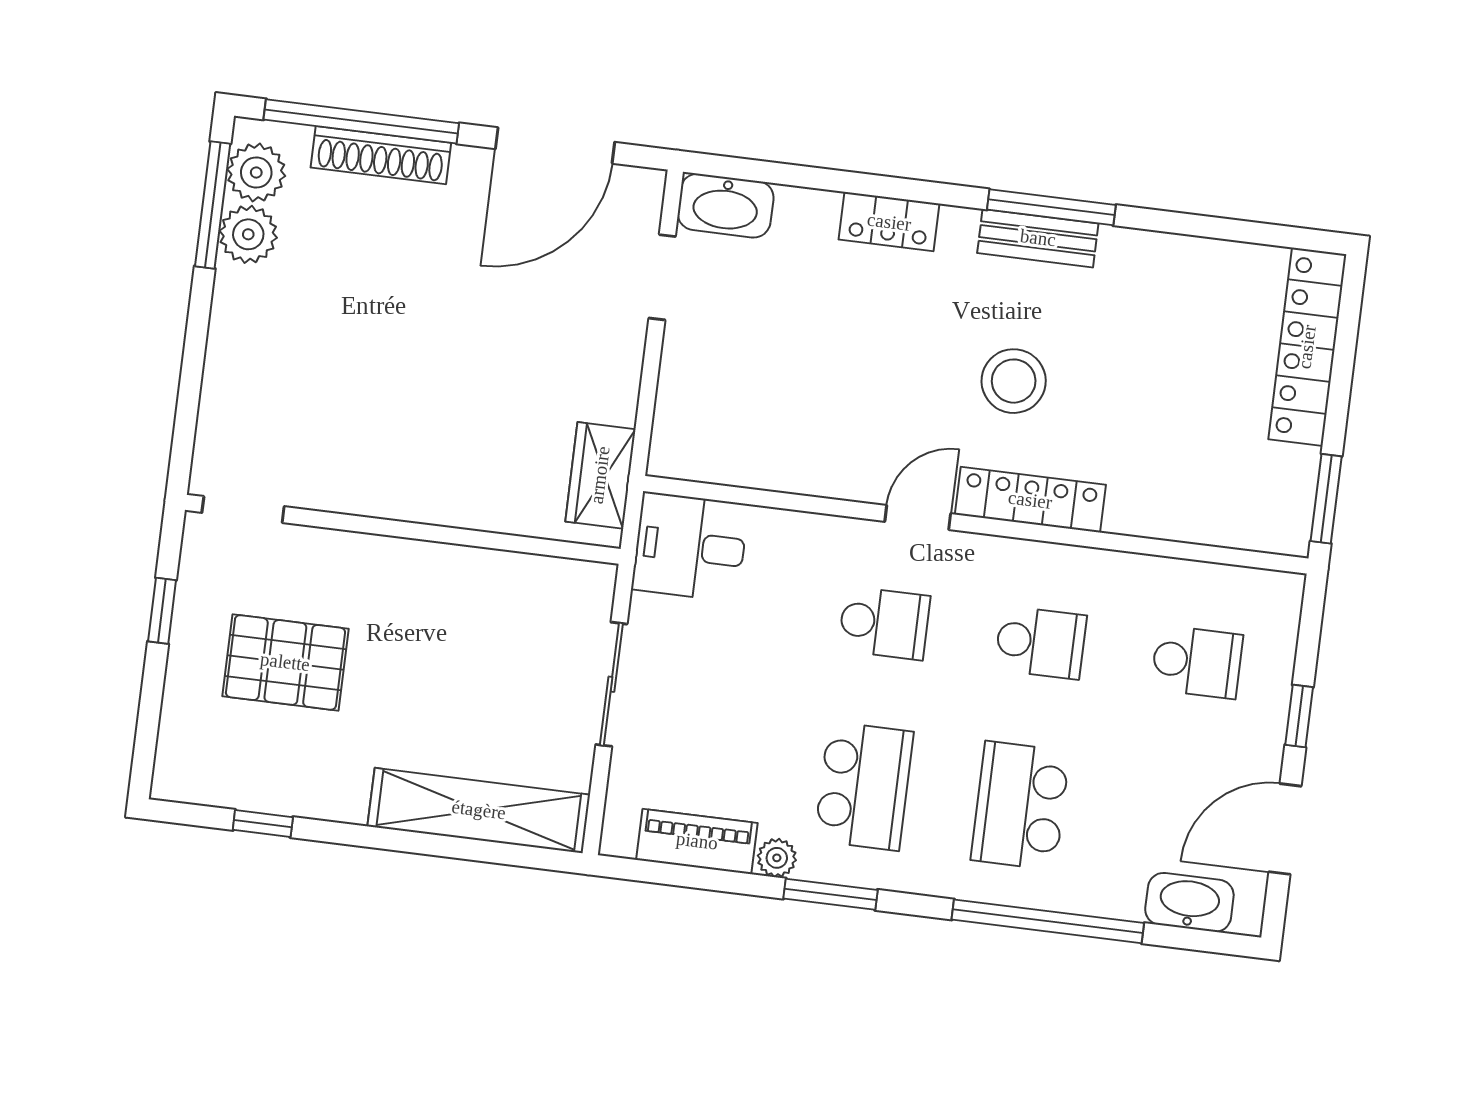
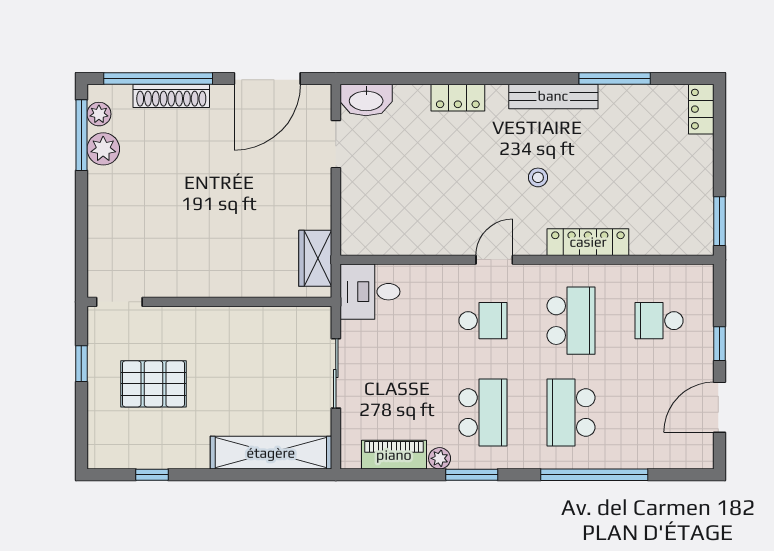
plant: (256, 173) -> (99, 114), width x0.73, depth x0.73
window: (1051, 207) -> (615, 78), moved
bench: (1038, 238) -> (553, 96), width x1.36
locker: (1307, 347) -> (701, 109), width x0.46, depth x0.83
stool: (1014, 381) -> (538, 177), width x0.53, depth x0.53
locker: (1030, 500) -> (588, 242), moved
school desk: (1041, 643) -> (571, 321), width x1.85
school desk: (1197, 662) -> (659, 321), turned 180
washbasin: (1189, 902) -> (672, 454), removed

